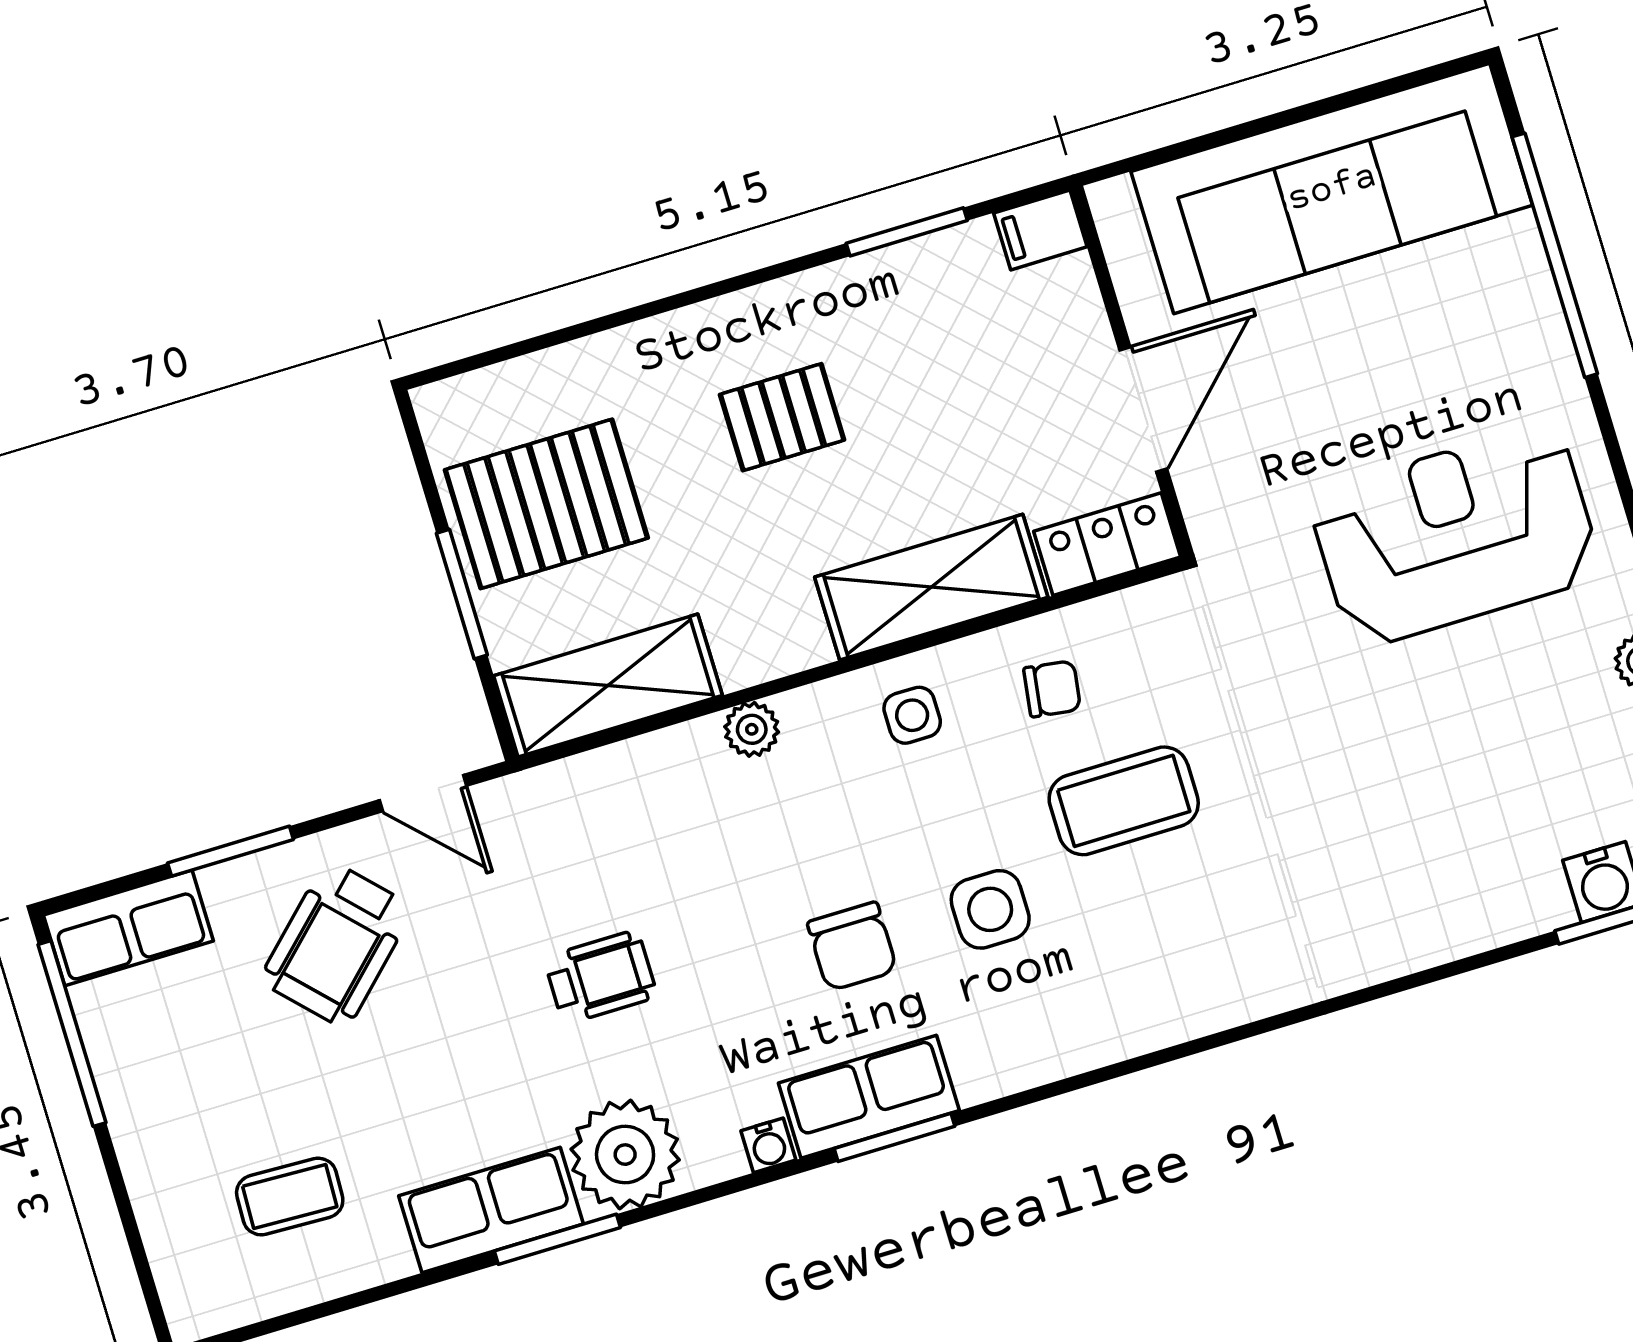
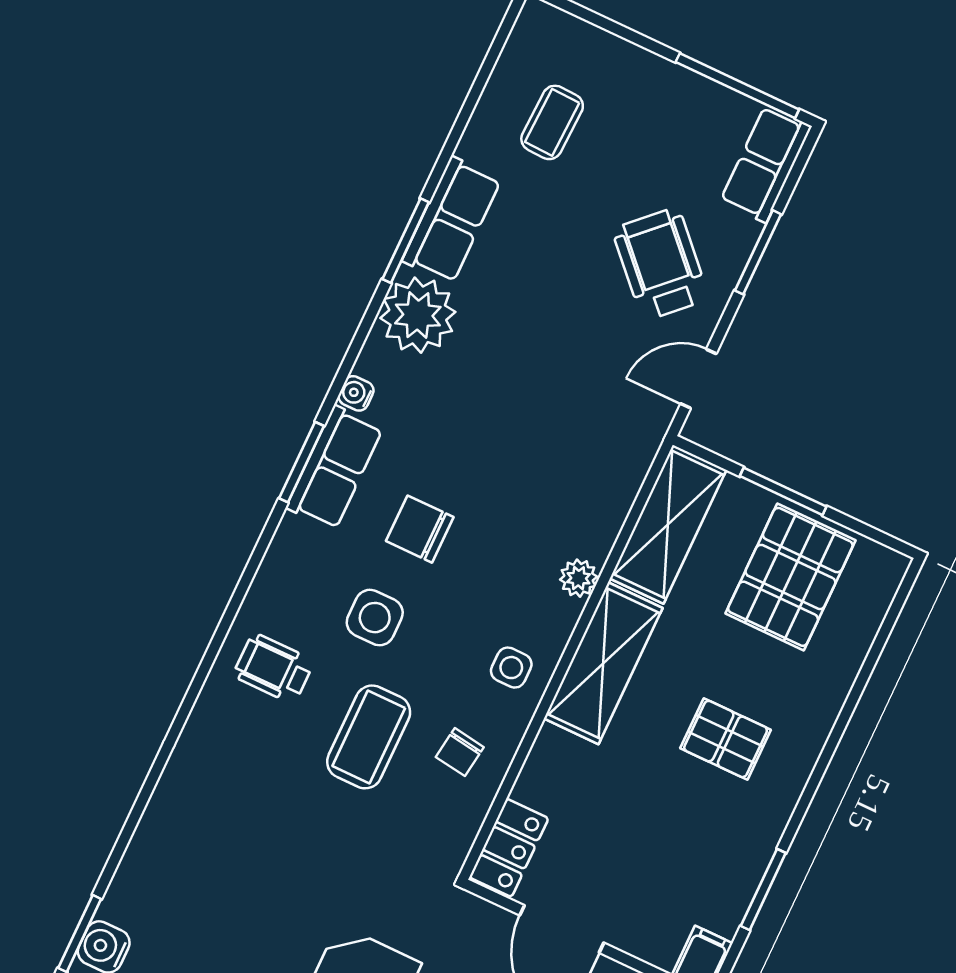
pallet: (782, 417) -> (726, 739), turned 90
shelving: (931, 587) -> (603, 663), moved
wheelchair: (600, 977) -> (274, 668), moved, turned 90

